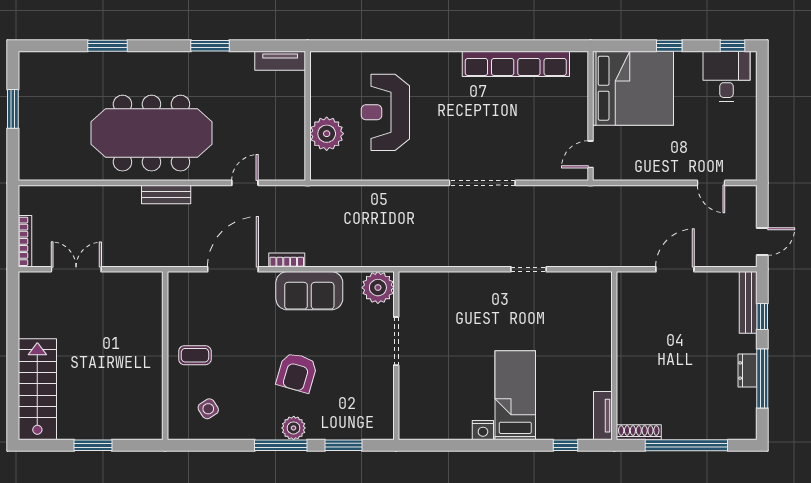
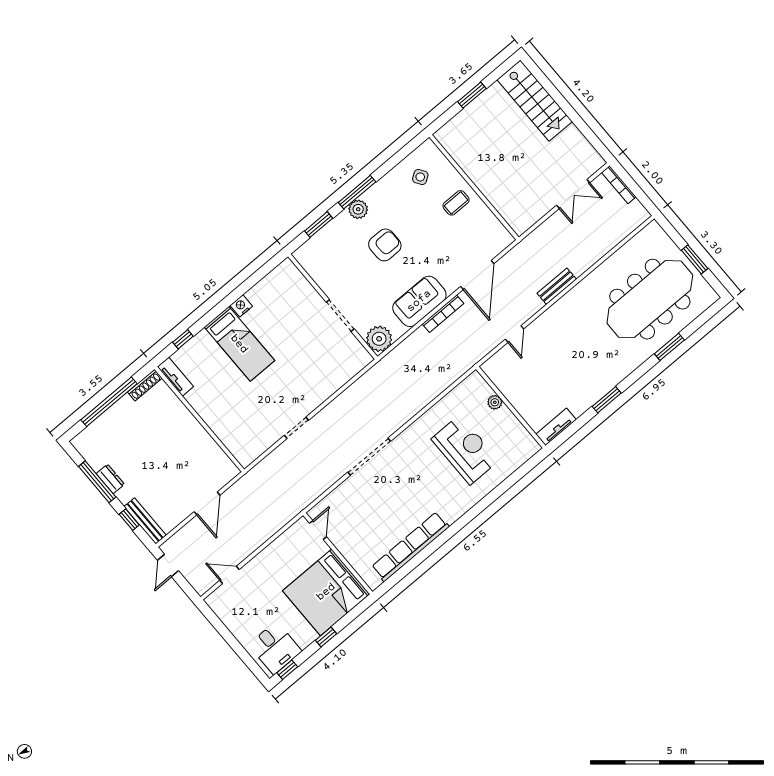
meeting table: (151, 133) -> (650, 299), moved
plant: (327, 134) -> (495, 402), width x0.53, depth x0.53
bookcase: (287, 260) -> (443, 314), width x1.56
armchair: (297, 372) -> (385, 245), turned 74

